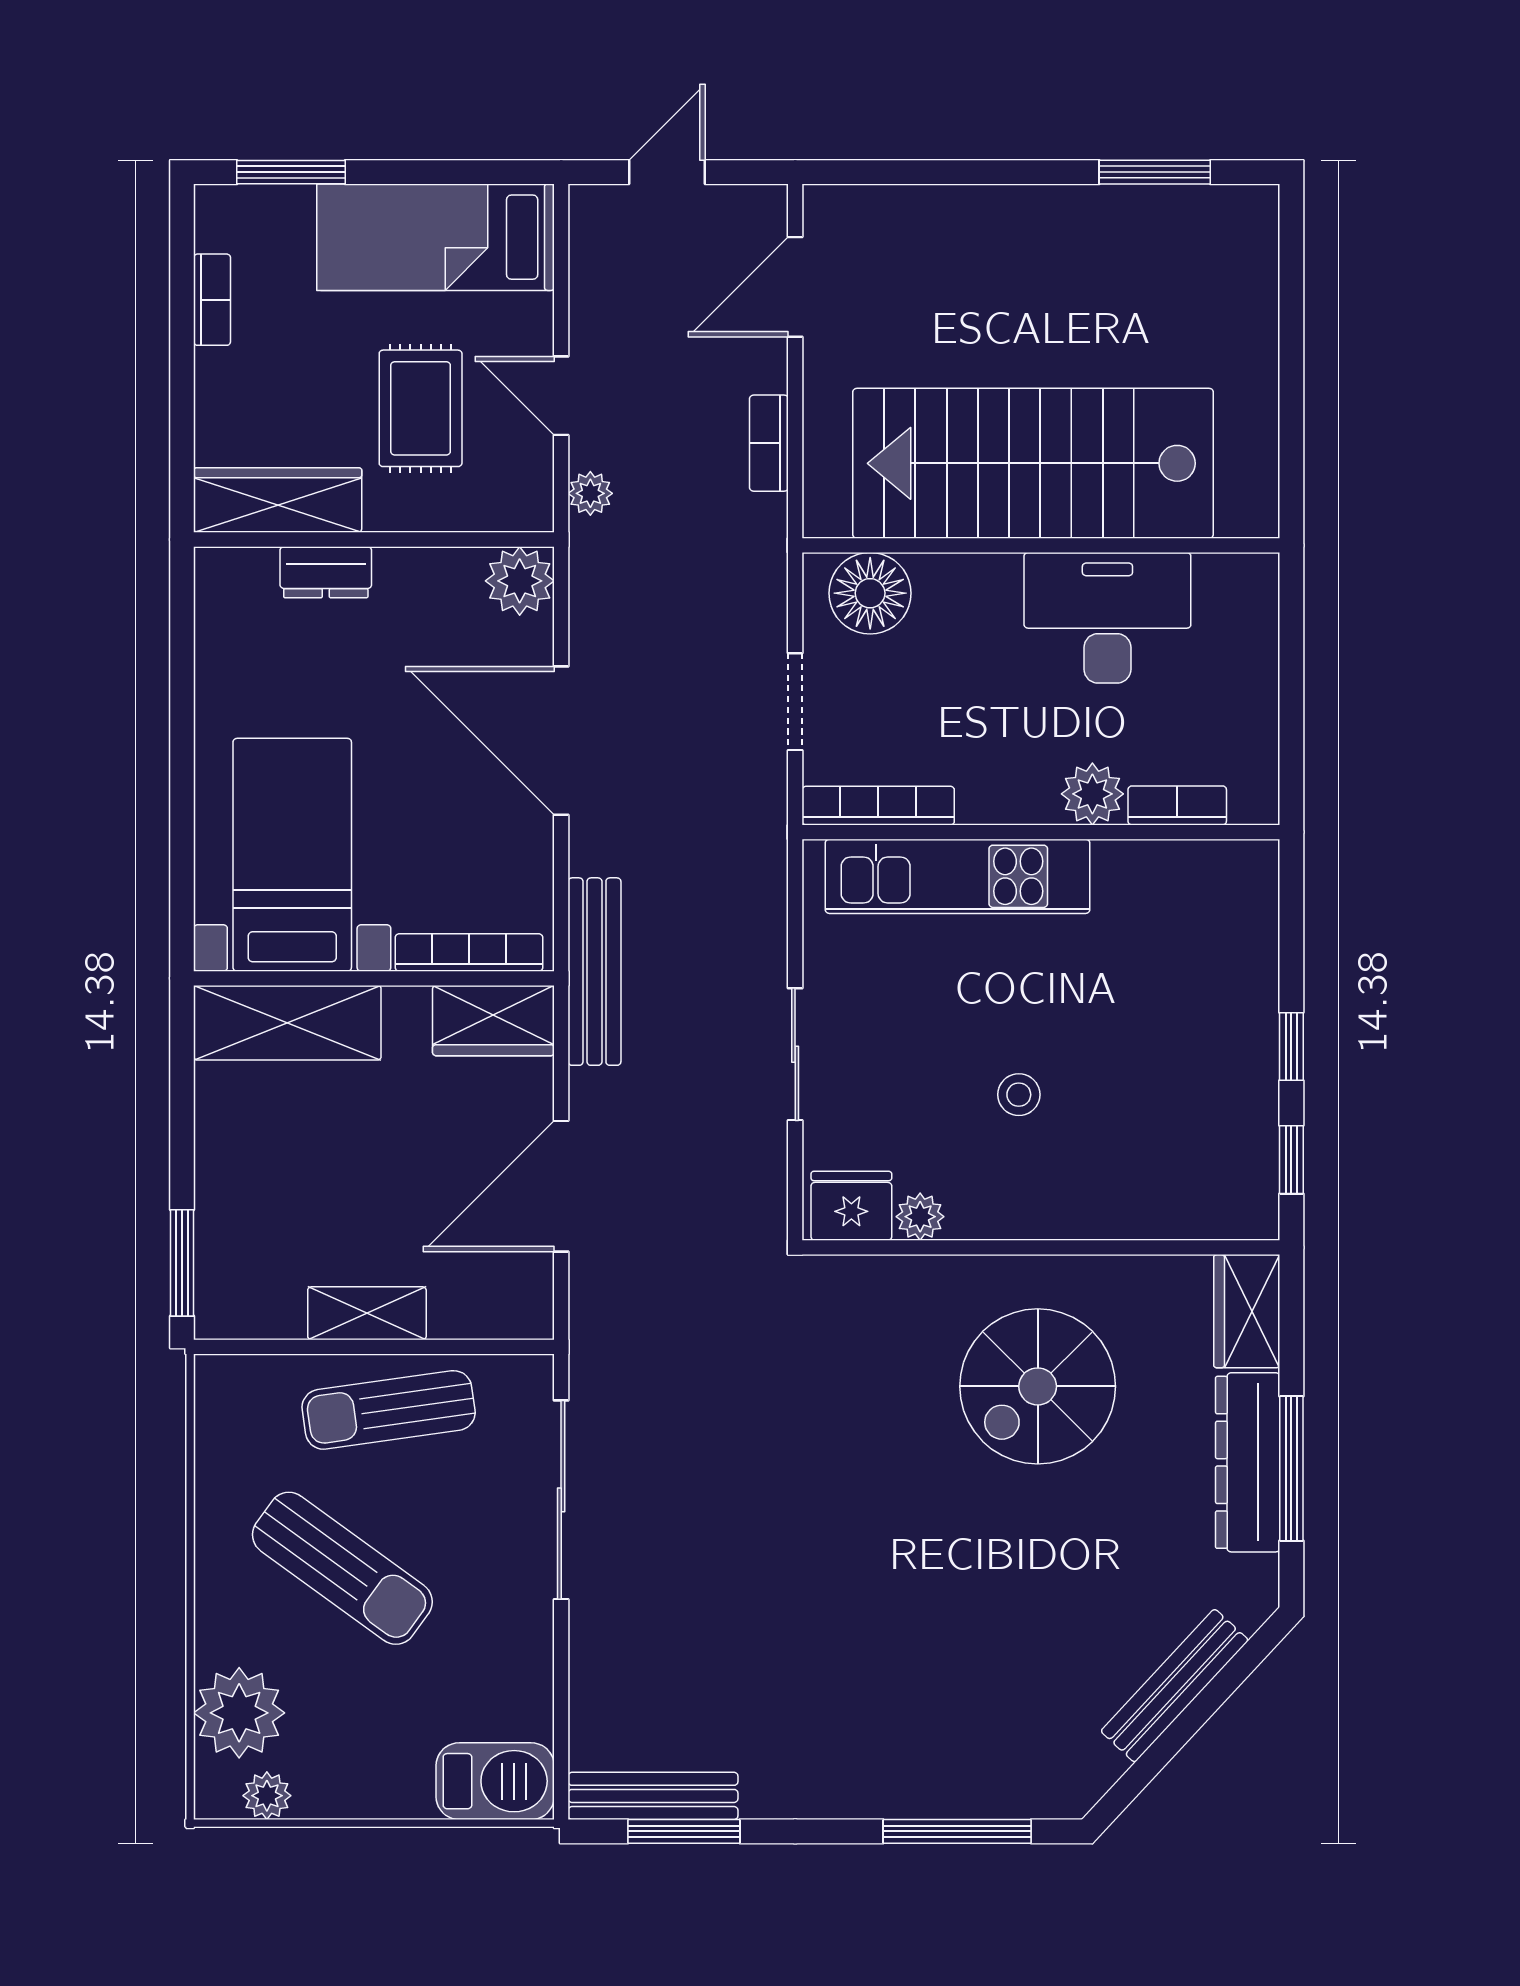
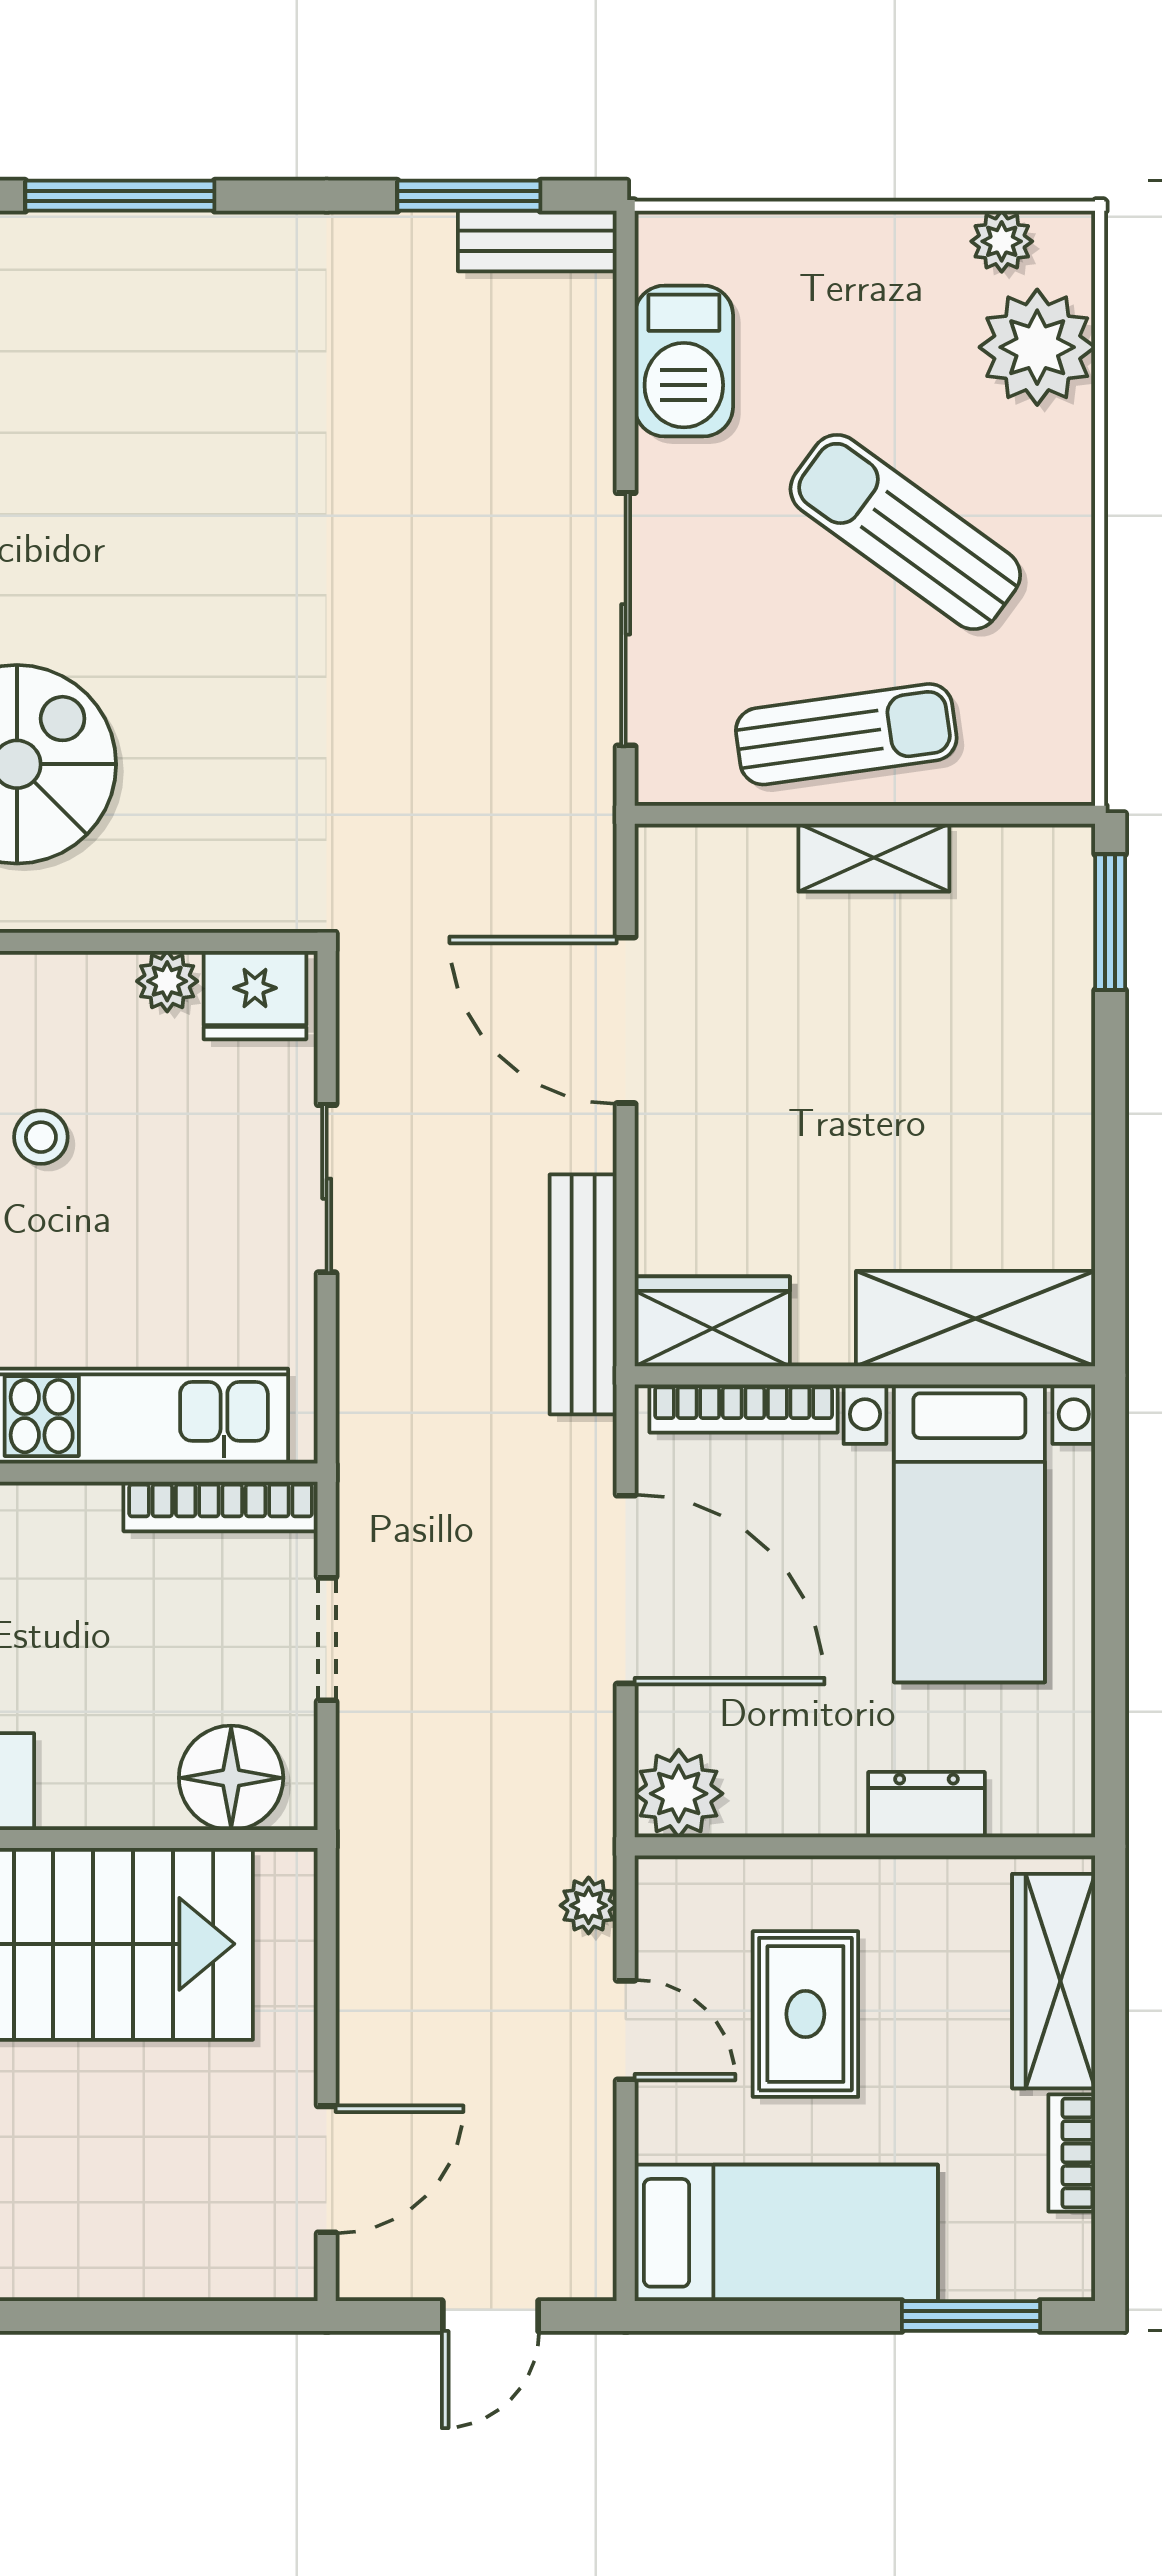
bookcase: (769, 443) -> (360, 1970), removed
wardrobe: (278, 500) -> (1054, 1981), moved, turned 90
bed with nightstands: (292, 855) -> (969, 1533), moved
bookcase: (469, 952) -> (744, 1409), moved
wall: (374, 978) -> (865, 1375), moved
wardrobe: (493, 1021) -> (712, 1321), moved
shelving: (287, 1023) -> (976, 1319), moved
door: (561, 1186) -> (626, 1020), swing flipped
barbecue: (495, 1781) -> (684, 361), moved, turned -90
bench: (653, 1796) -> (537, 241), width x0.73

